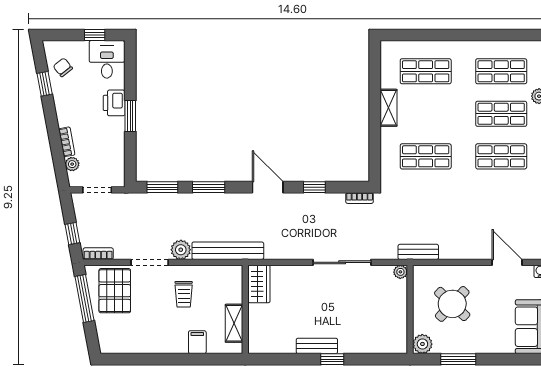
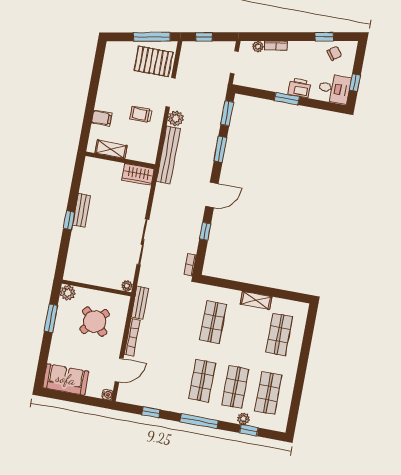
bookcase: (98, 254) -> (132, 337), moved, width x1.56

